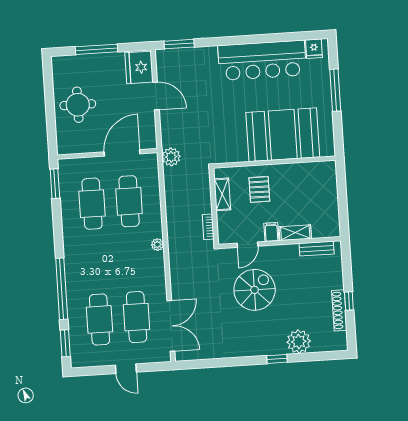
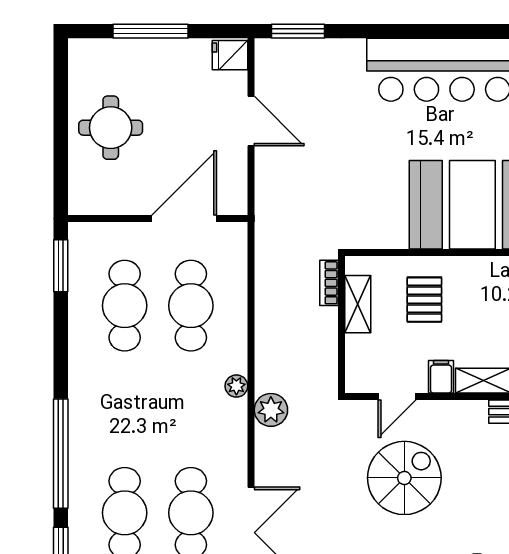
fridge: (139, 67) -> (230, 55), width x0.53, depth x0.75
plant: (171, 157) -> (271, 410), moved
bookcase: (208, 227) -> (329, 283), moved

